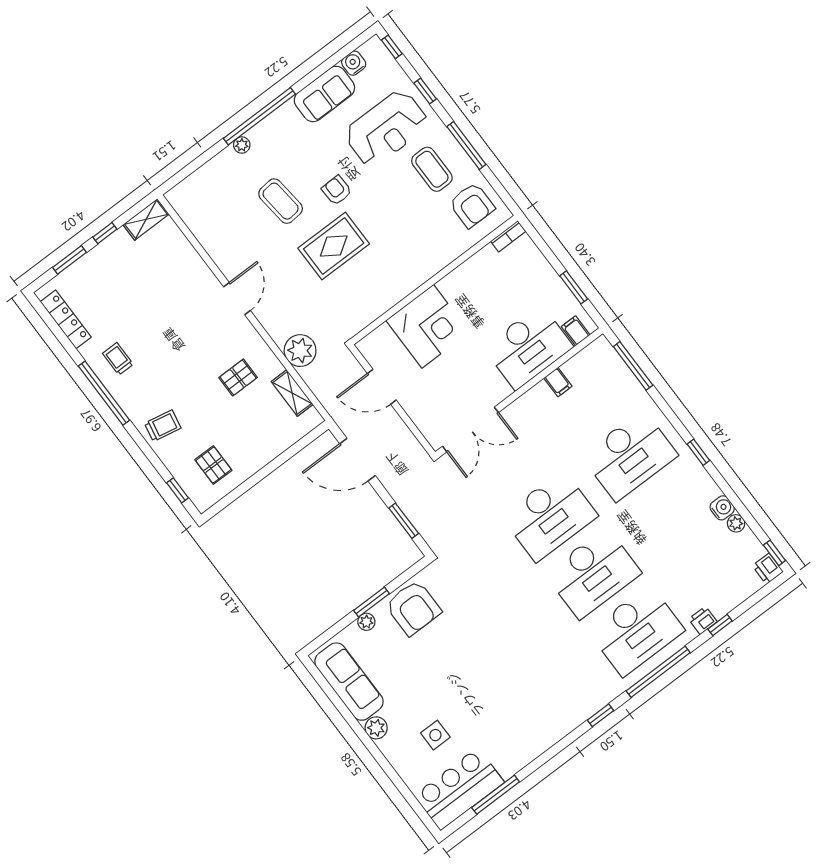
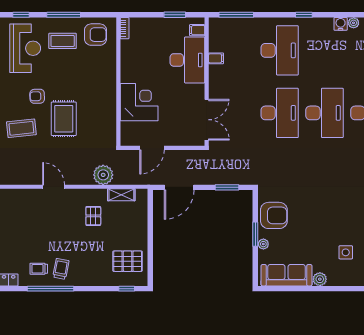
trolley: (163, 426) -> (61, 269), moved
pallet: (213, 465) -> (128, 261), width x1.50, depth x1.42

